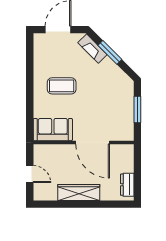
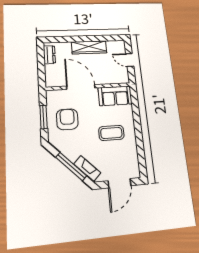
window: (110, 52) -> (71, 167), width x1.44
armchair: (111, 105) -> (67, 119), added

